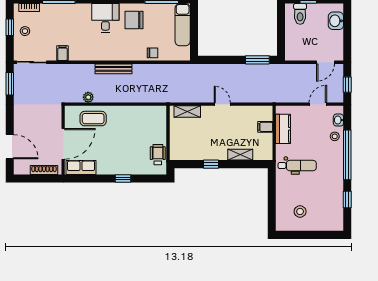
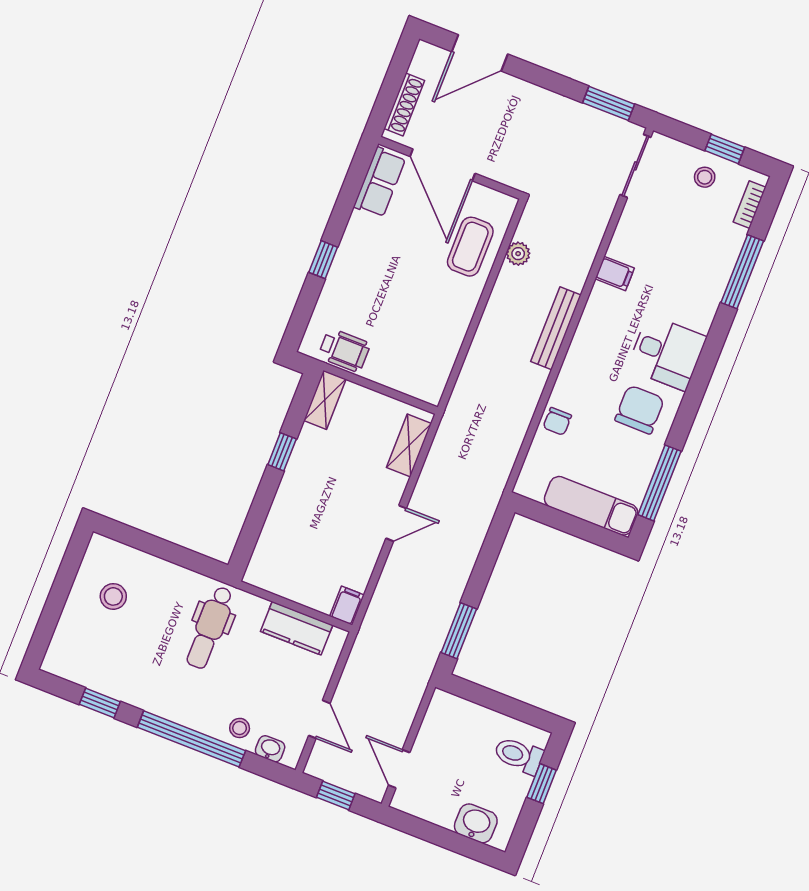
filing cabinet: (62, 53) -> (615, 273), moved
filing cabinet: (265, 127) -> (347, 606), moved
shelving: (240, 155) -> (325, 400), moved

